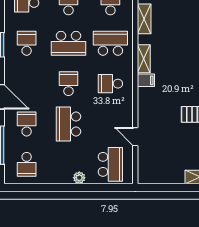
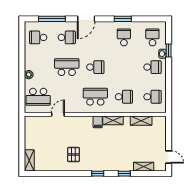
school desk: (27, 43) -> (124, 37), turned -90
school desk: (69, 43) -> (124, 67), removed
school desk: (110, 43) -> (124, 97), width x0.54
school desk: (110, 84) -> (95, 97), width x1.85

